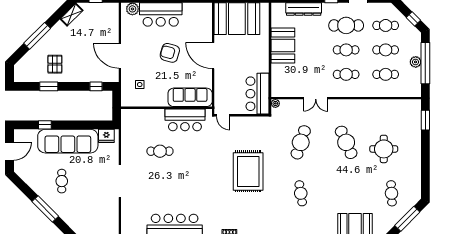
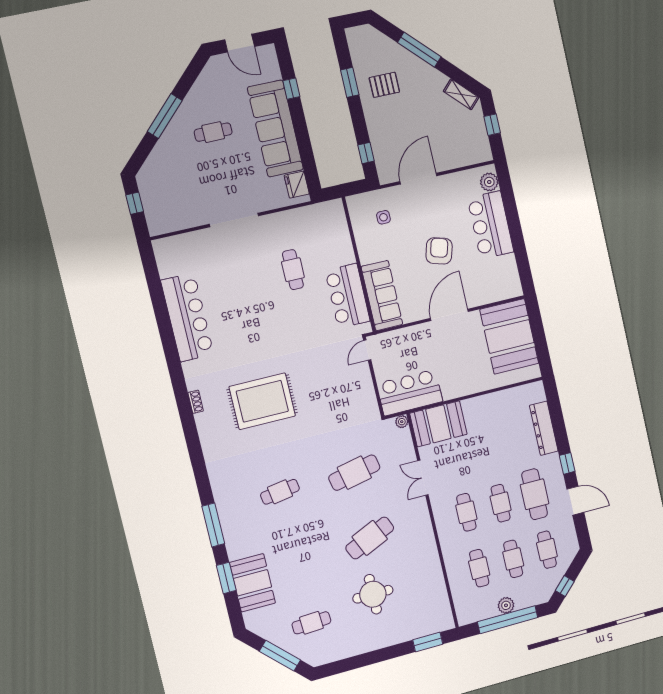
booth: (283, 45) -> (438, 424), moved
cafe table: (301, 142) -> (354, 473), turned -30
rug: (248, 171) -> (262, 401), moved

